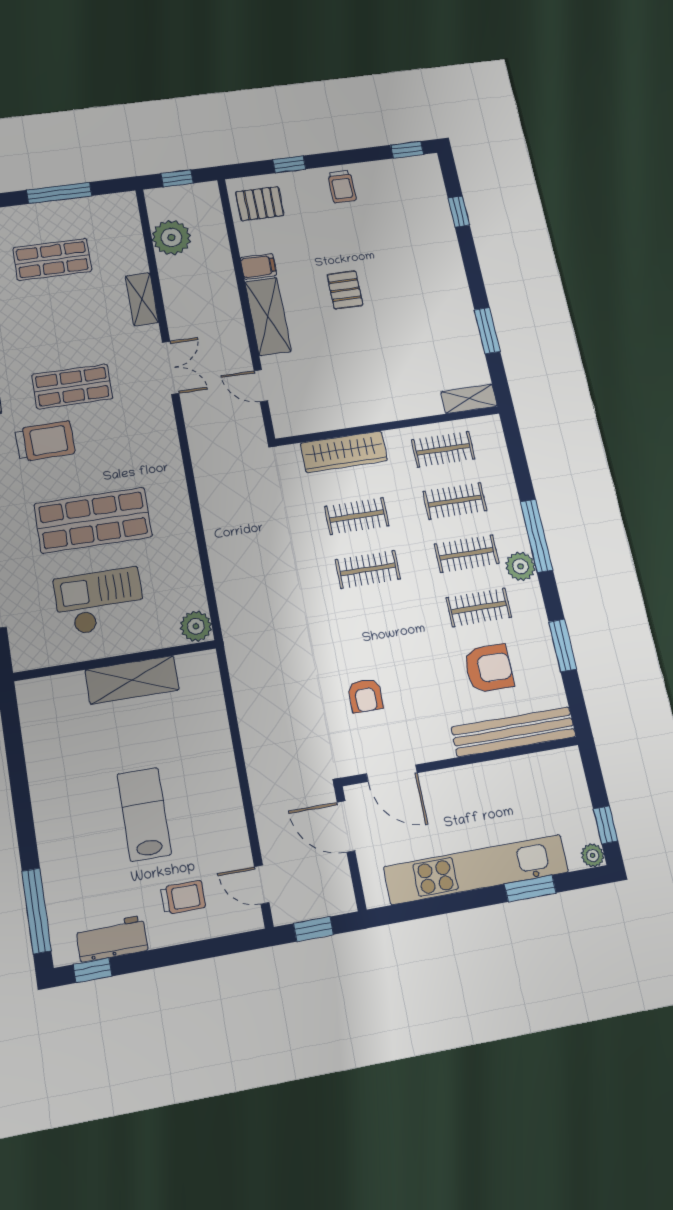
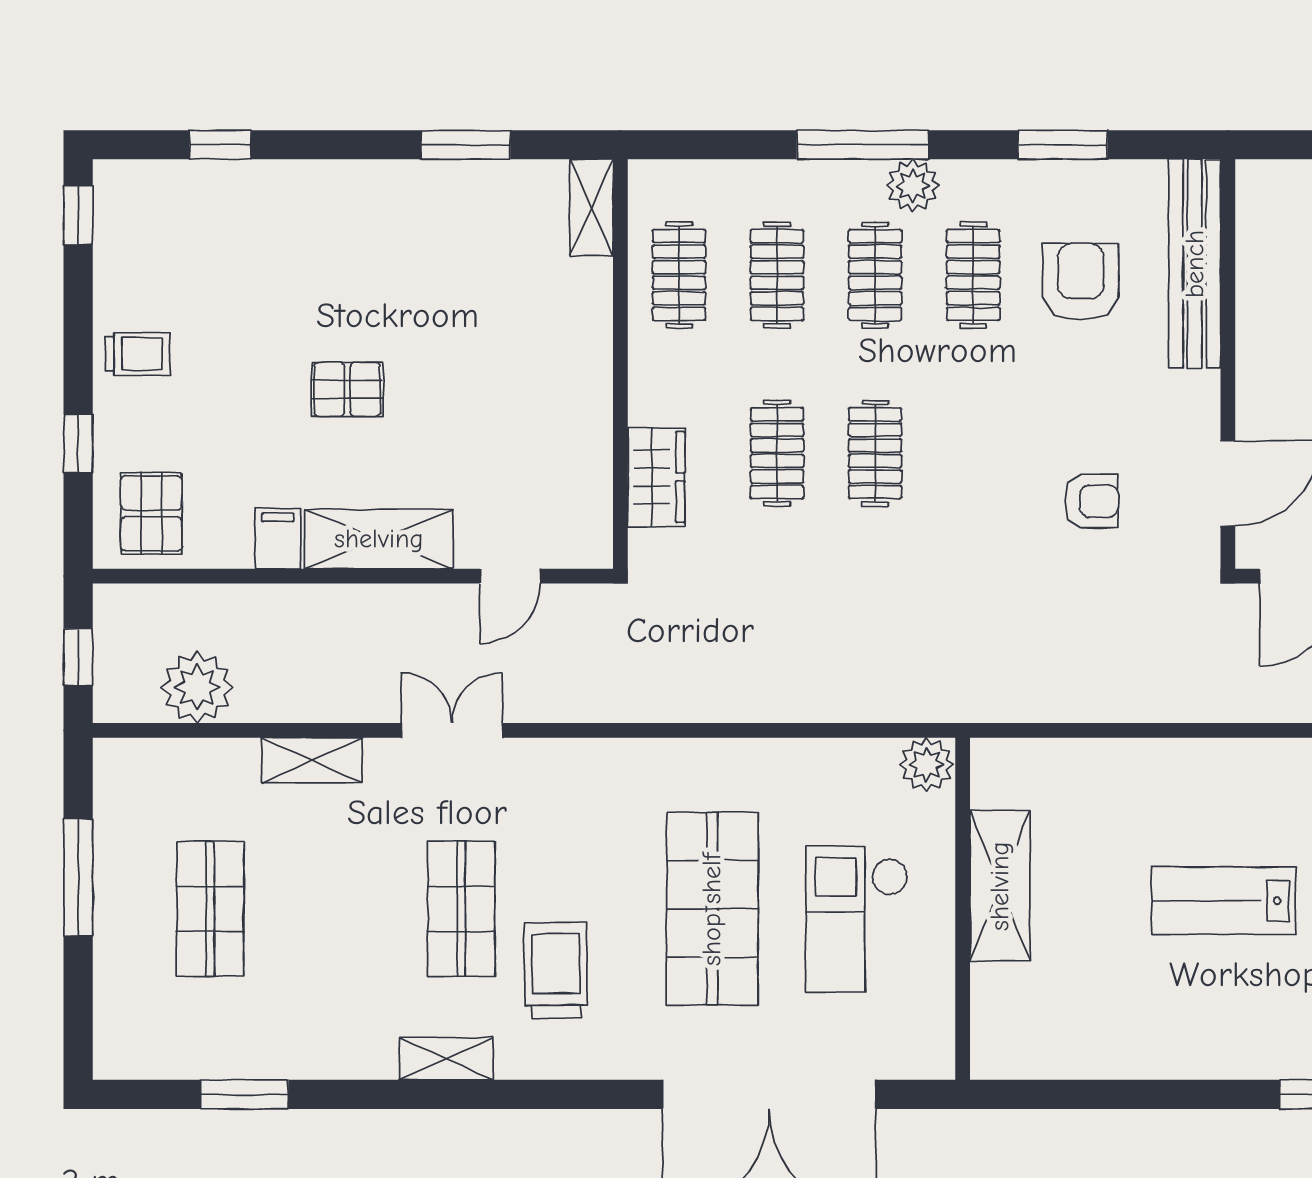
wardrobe: (344, 452) -> (656, 477), width x0.67

